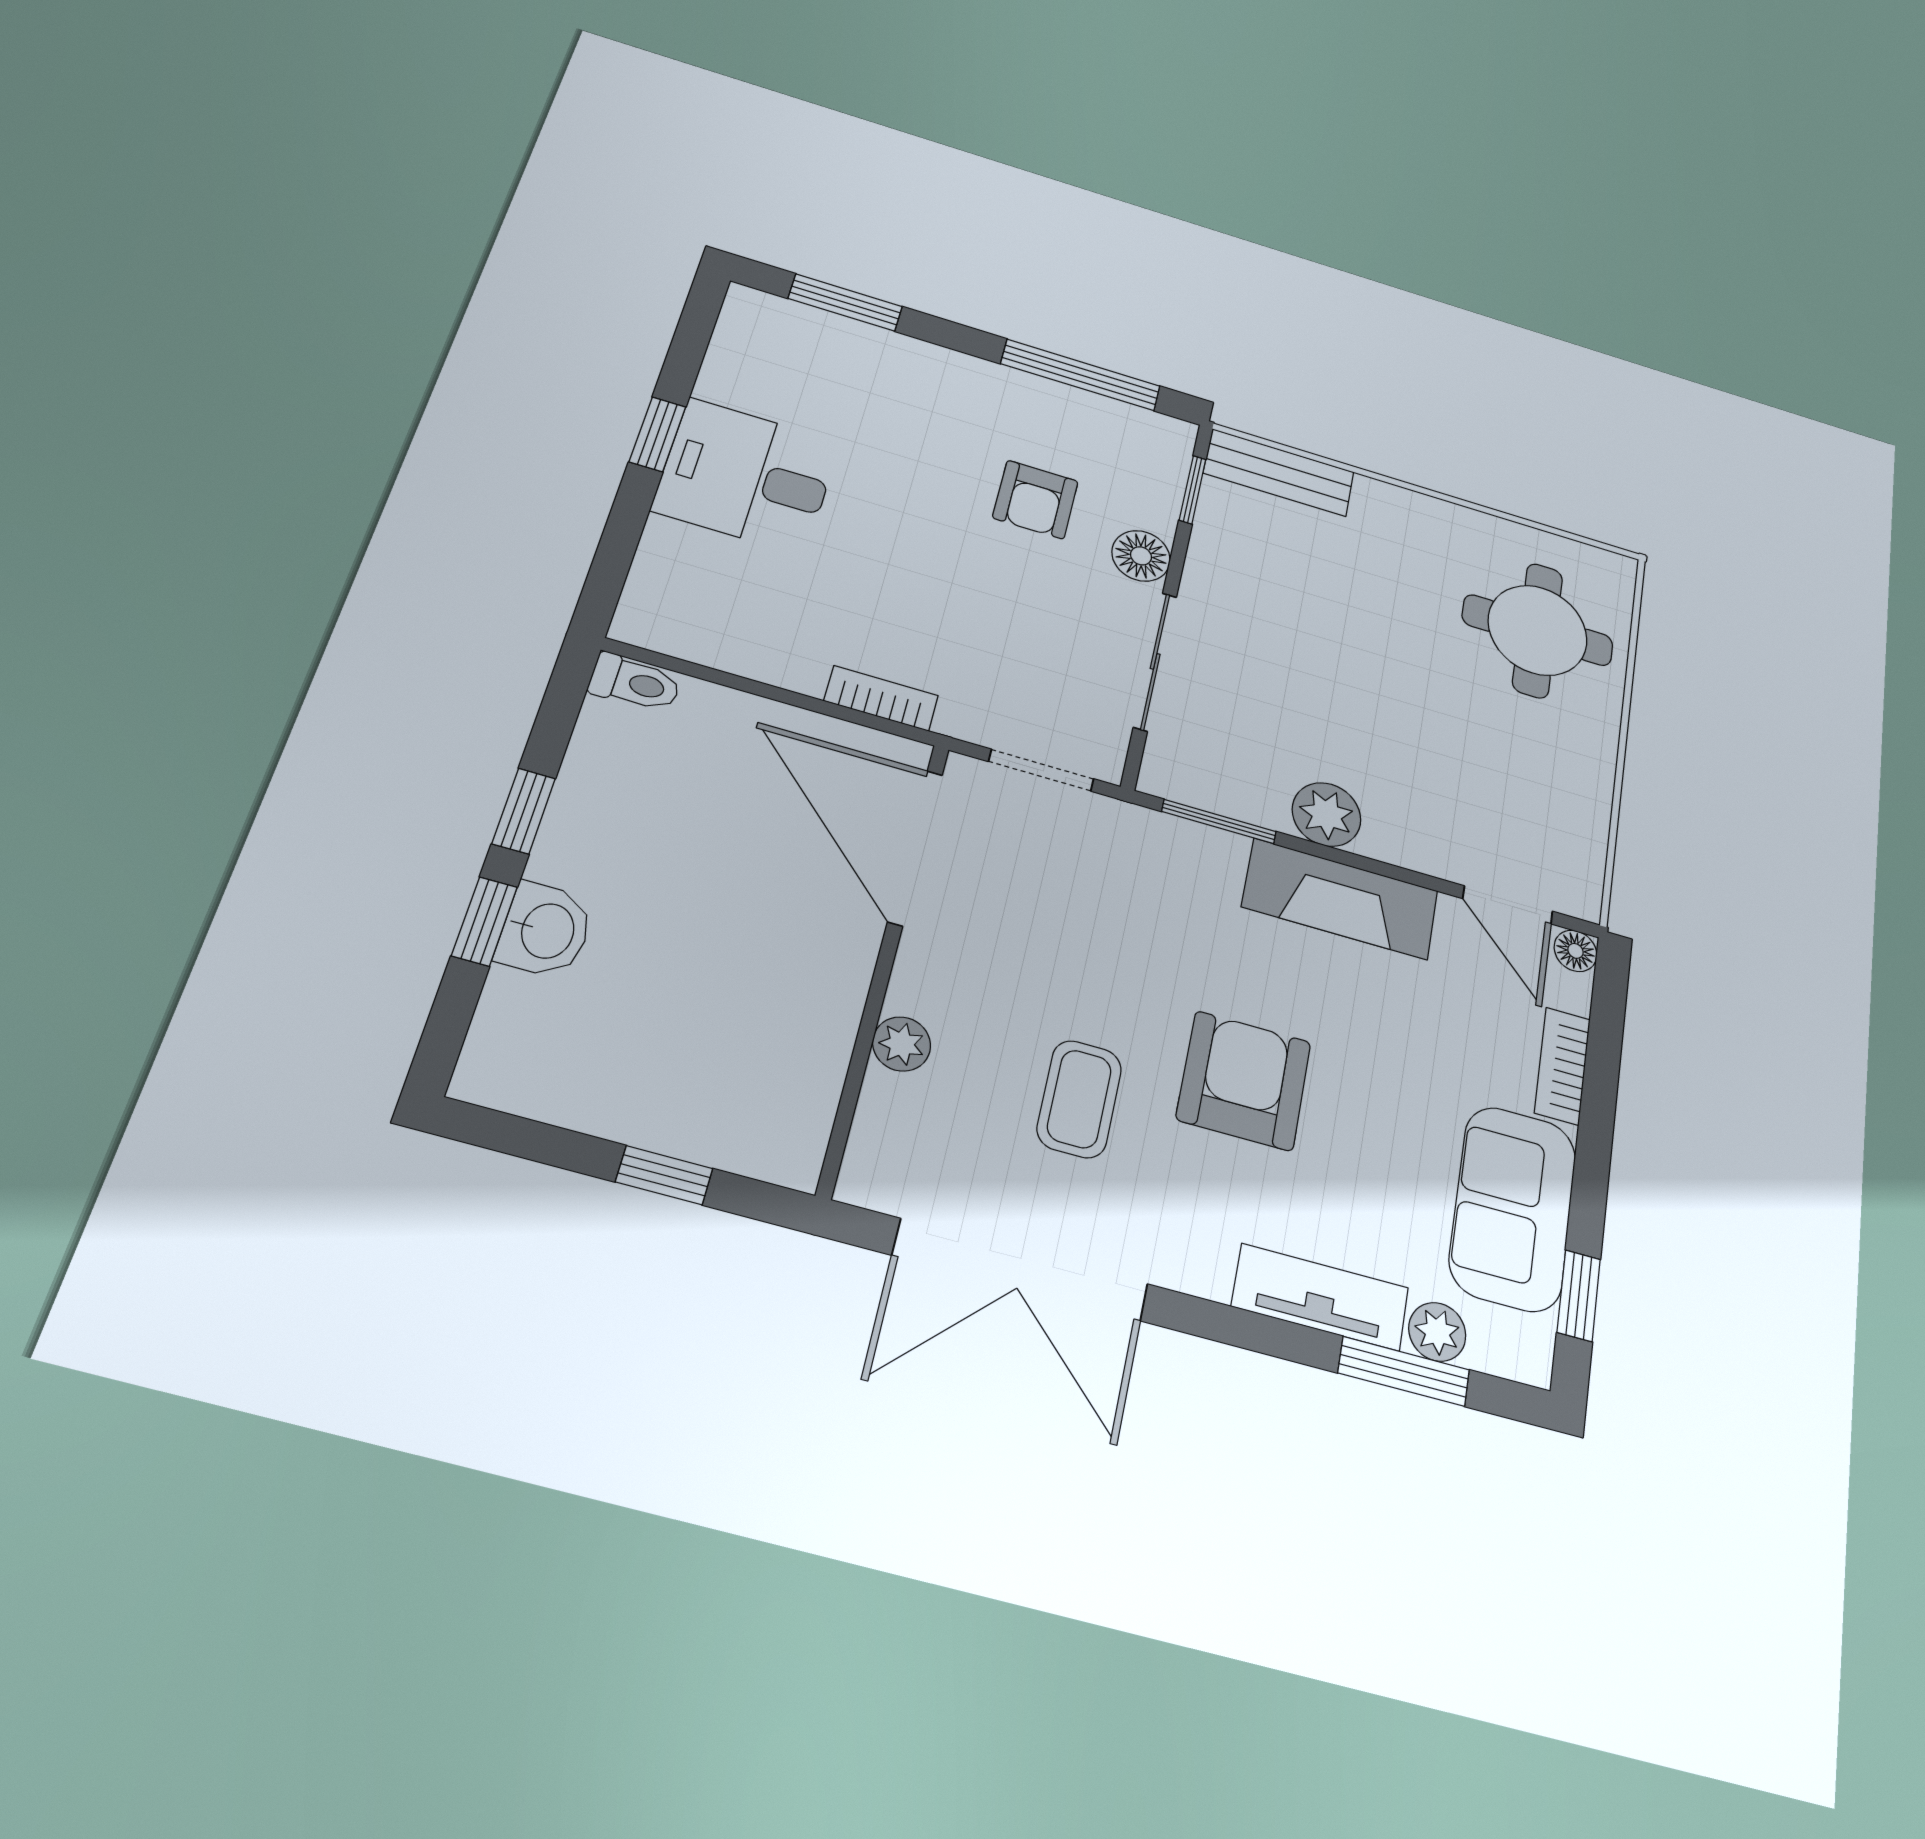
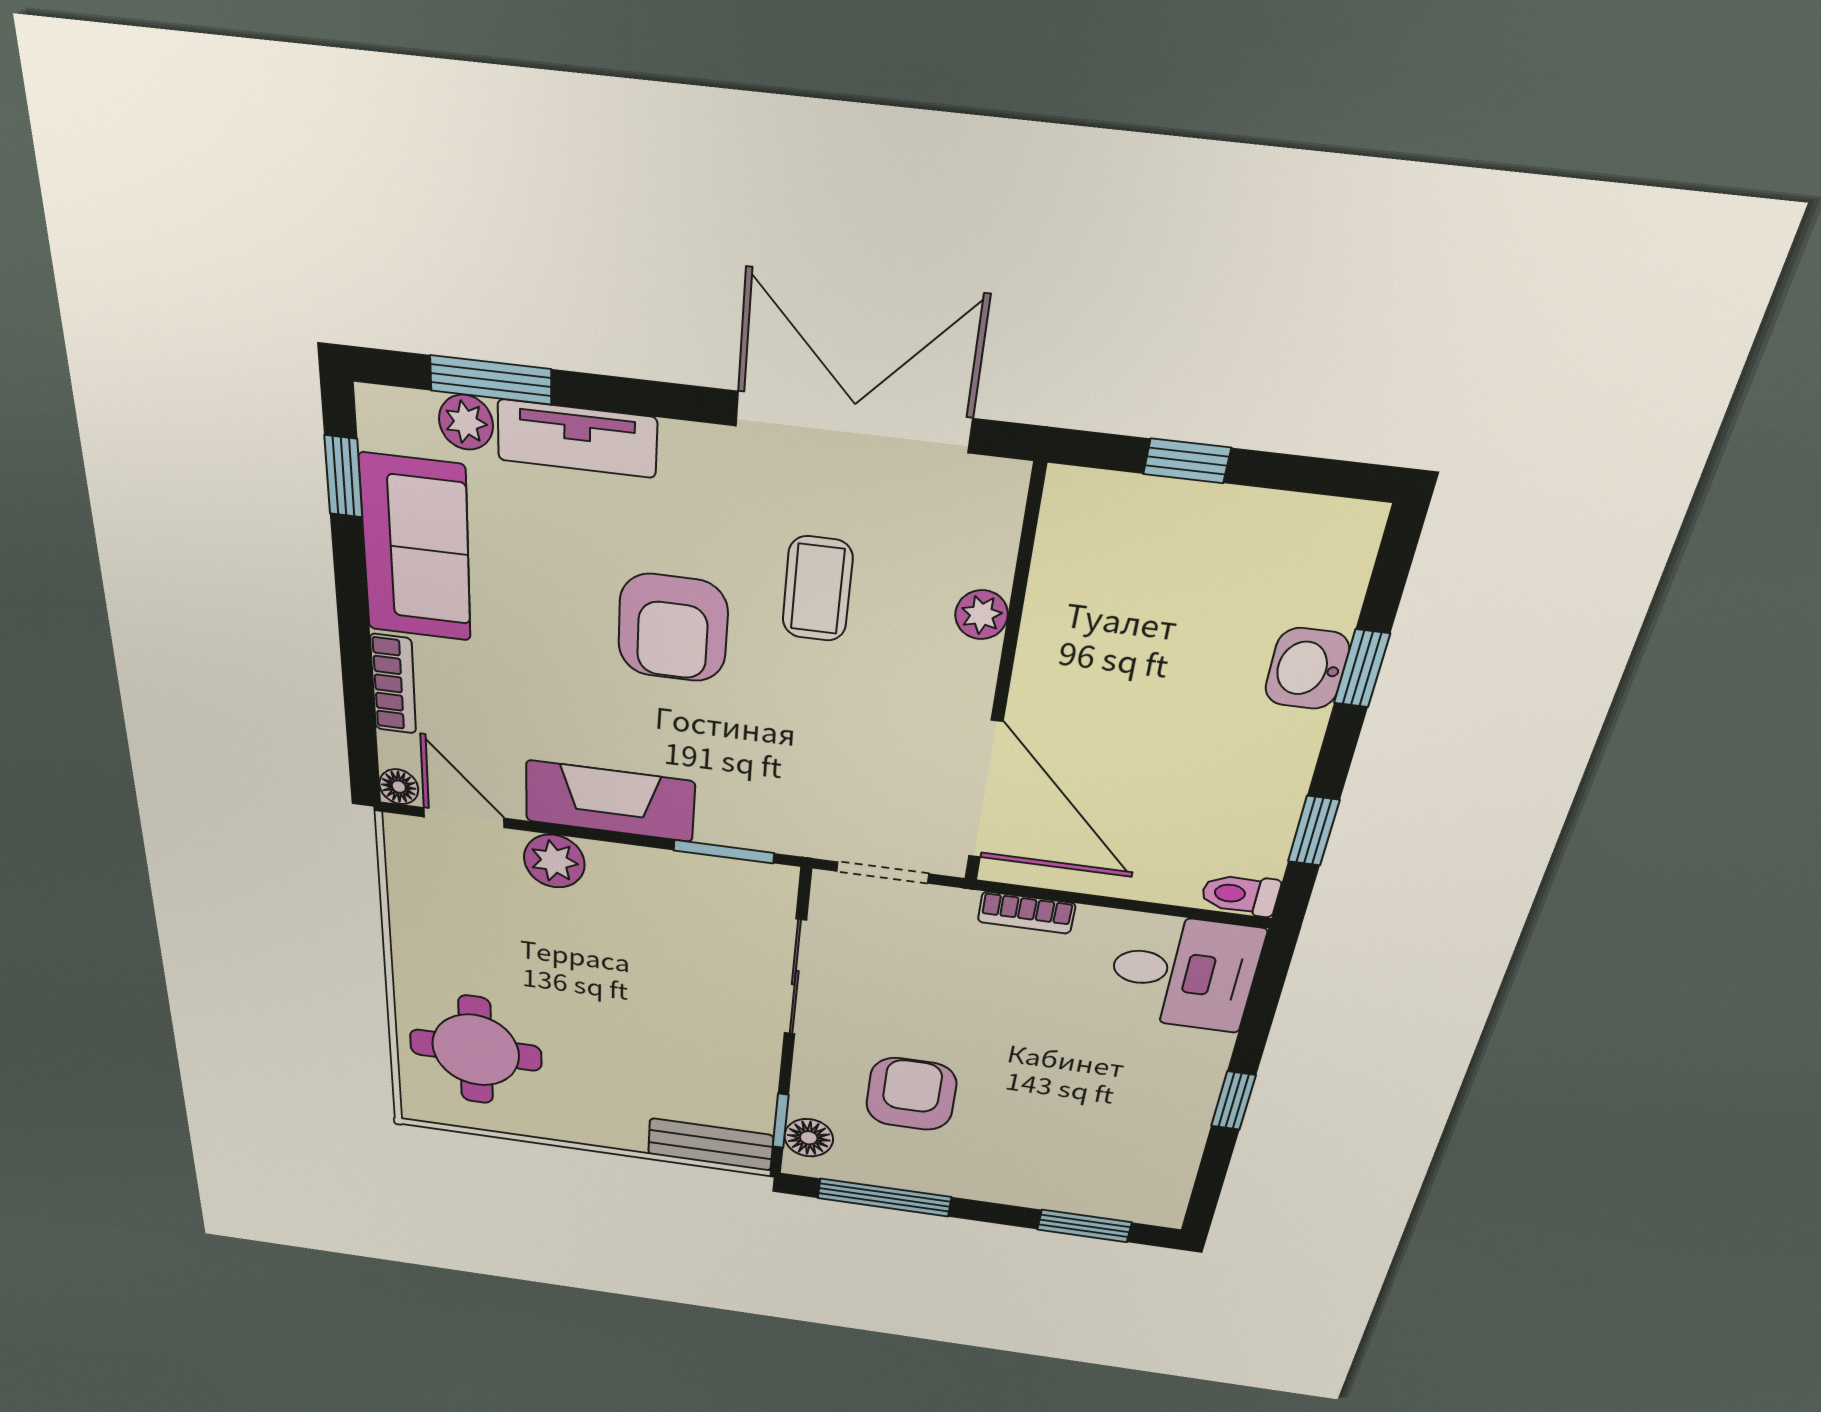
desk: (747, 476) -> (1183, 973), moved
armchair: (1035, 500) -> (911, 1094), width x1.38, depth x1.38
floor lamp: (1141, 556) -> (809, 1138), moved
window: (524, 811) -> (1314, 831), moved
plant: (1326, 814) -> (554, 861), moved

